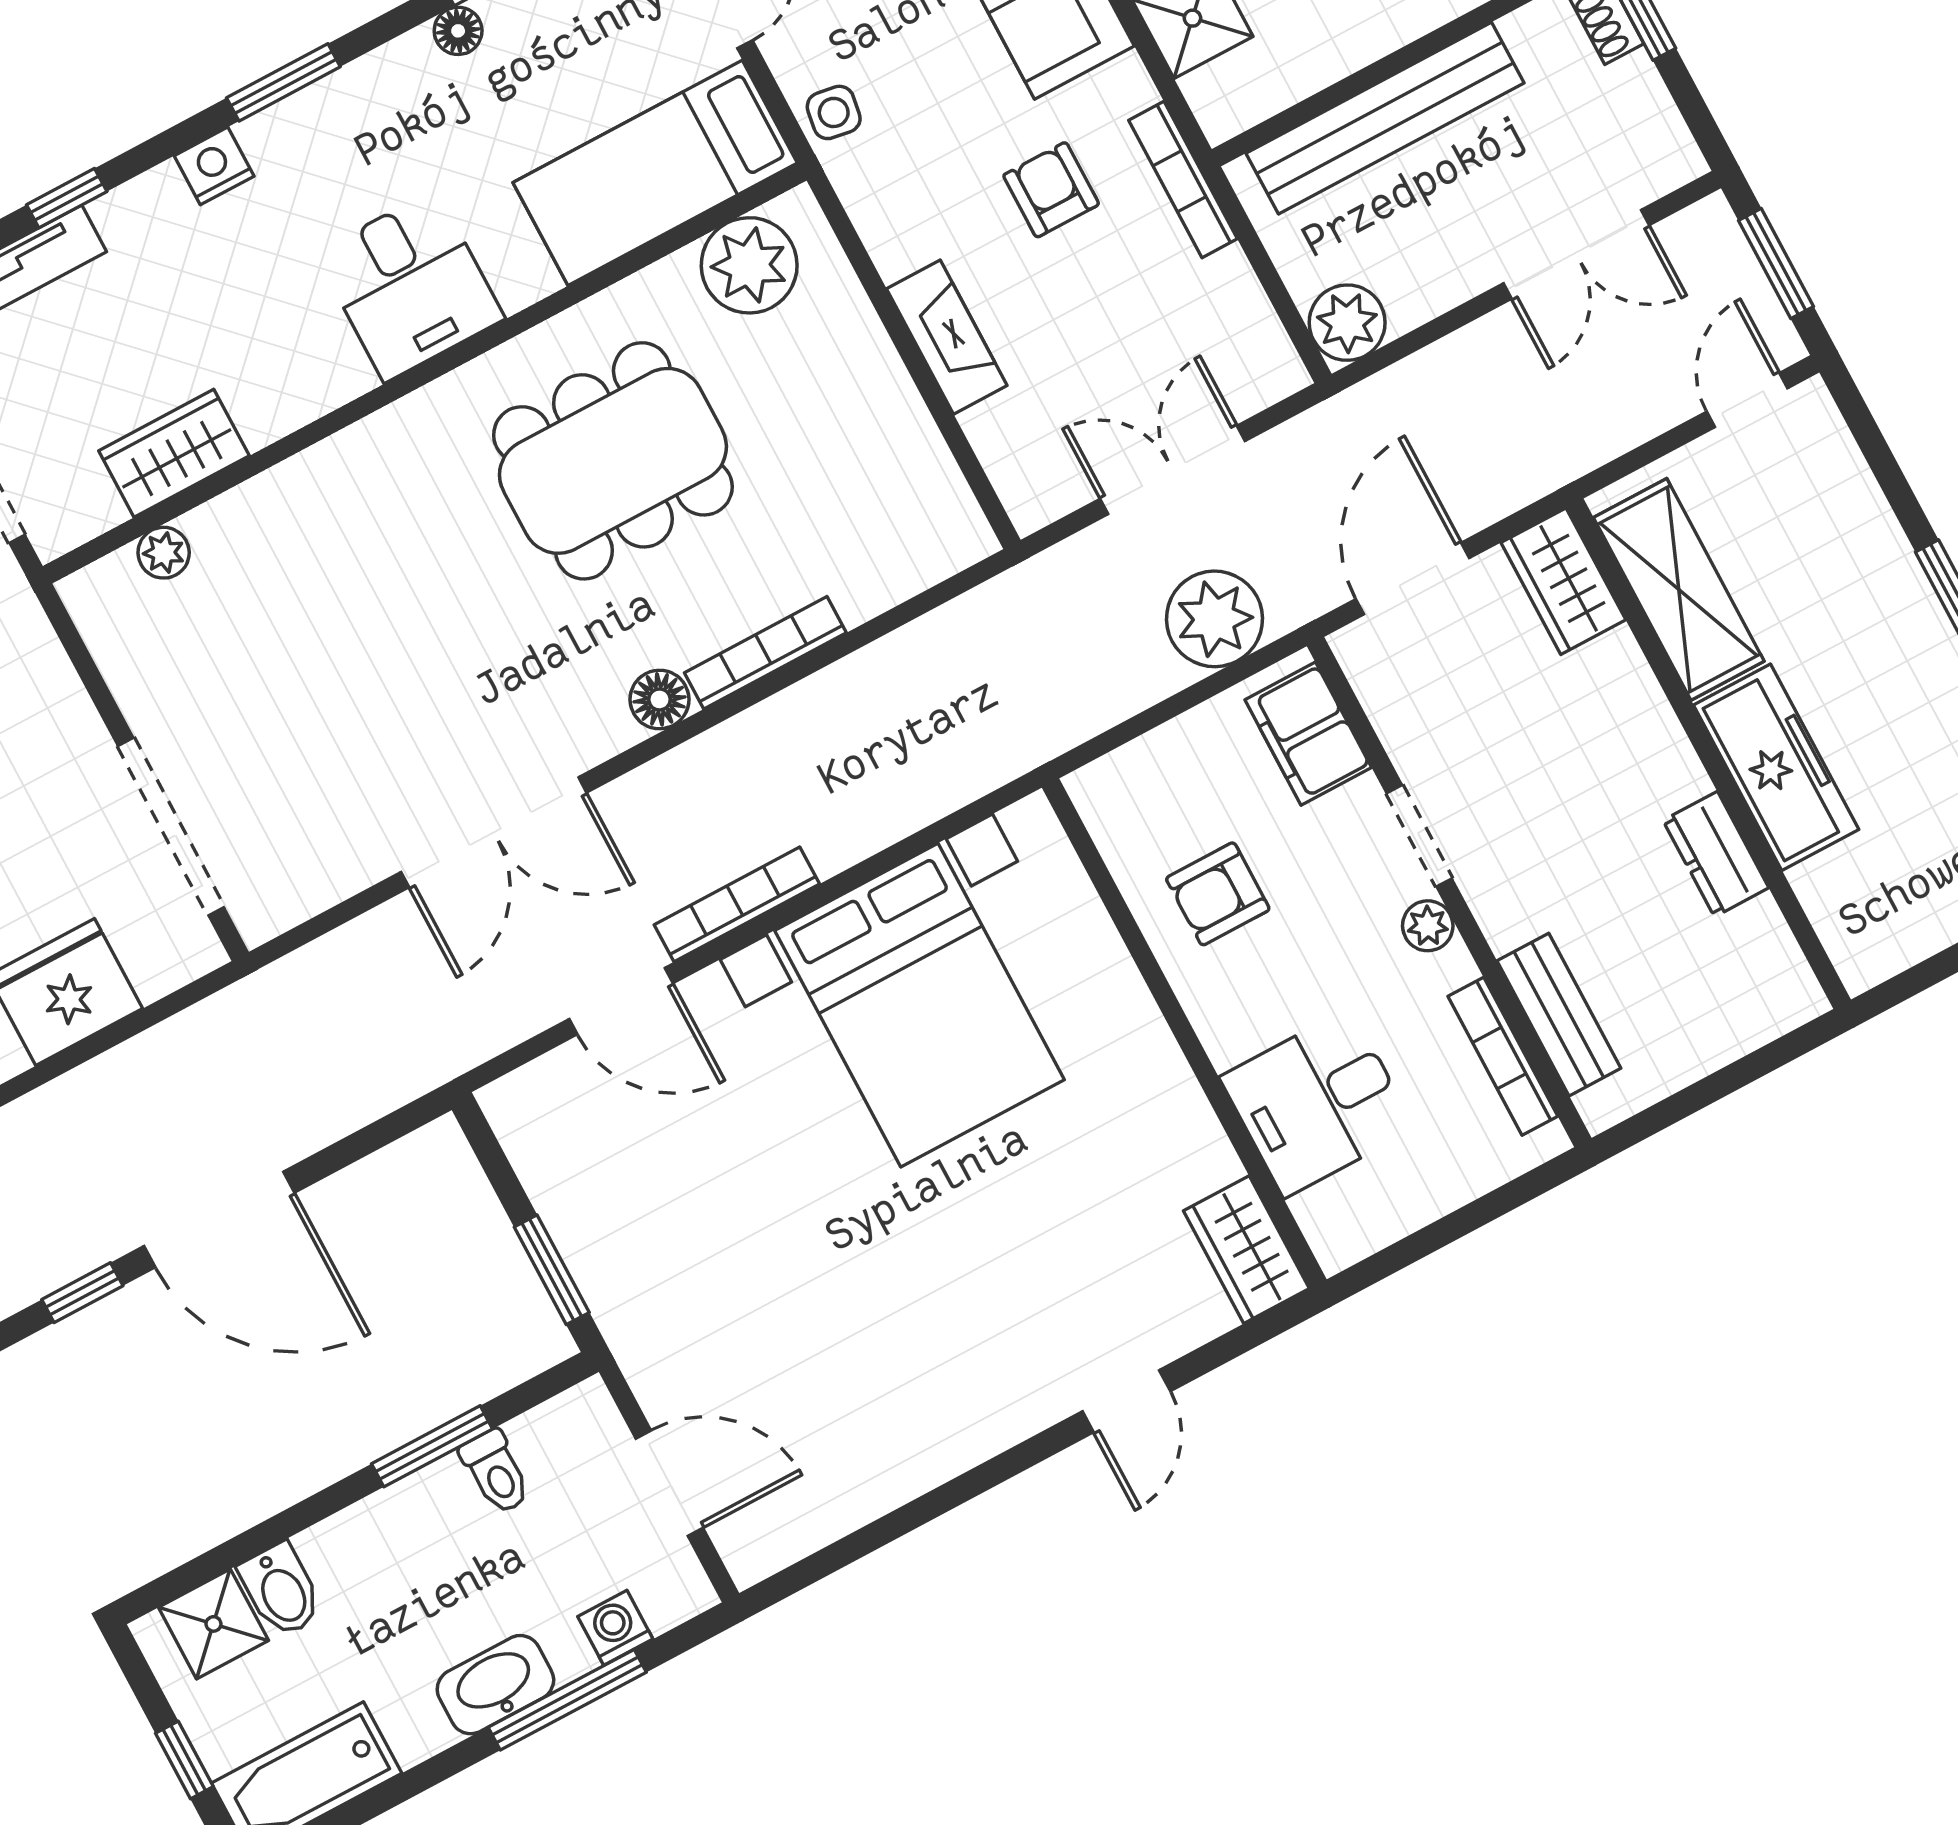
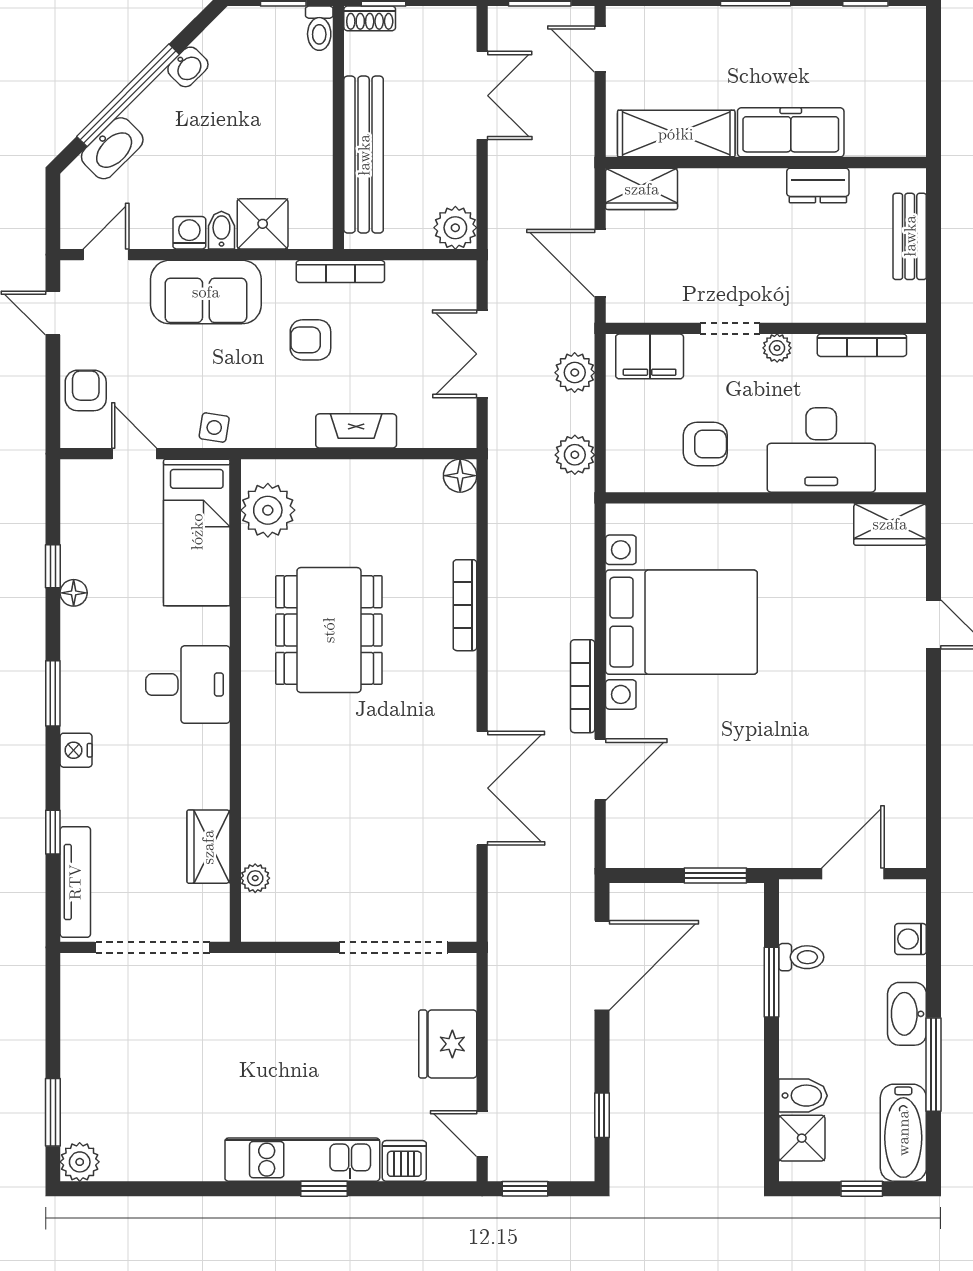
plant: (1214, 619) -> (575, 373), width x0.73, depth x0.73
floor lamp: (660, 699) -> (460, 476), moved
plant: (1092, 699) -> (575, 455), added
armchair: (1218, 894) -> (705, 444), turned -90
bench: (1559, 1015) -> (910, 236), moved, turned 90
desk: (1317, 1103) -> (821, 450), width x1.37
door: (219, 1219) -> (602, 965), moved
window: (567, 1700) -> (934, 1065), moved

